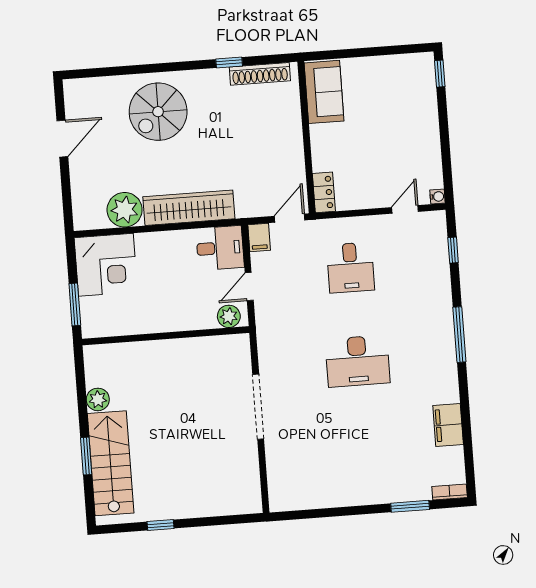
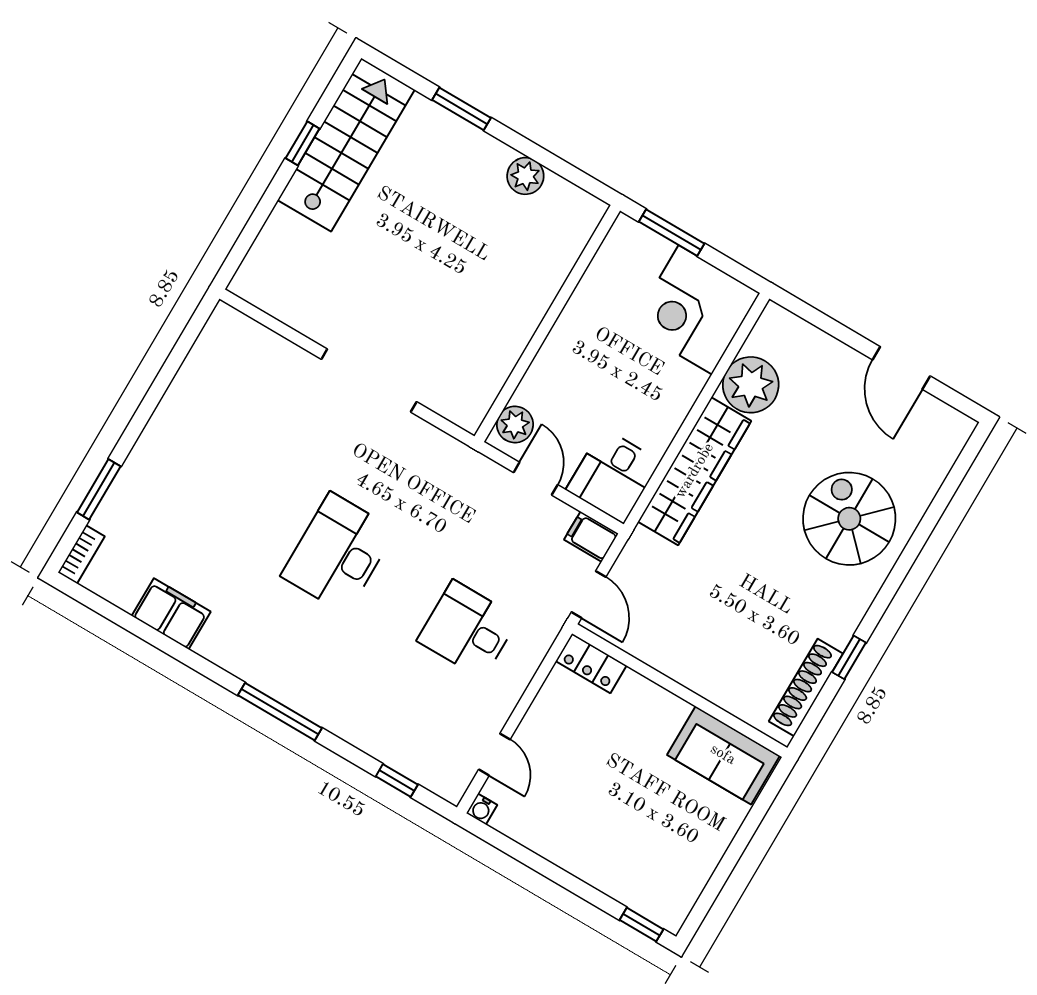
stairs: (111, 463) -> (346, 145), moved, turned -90

